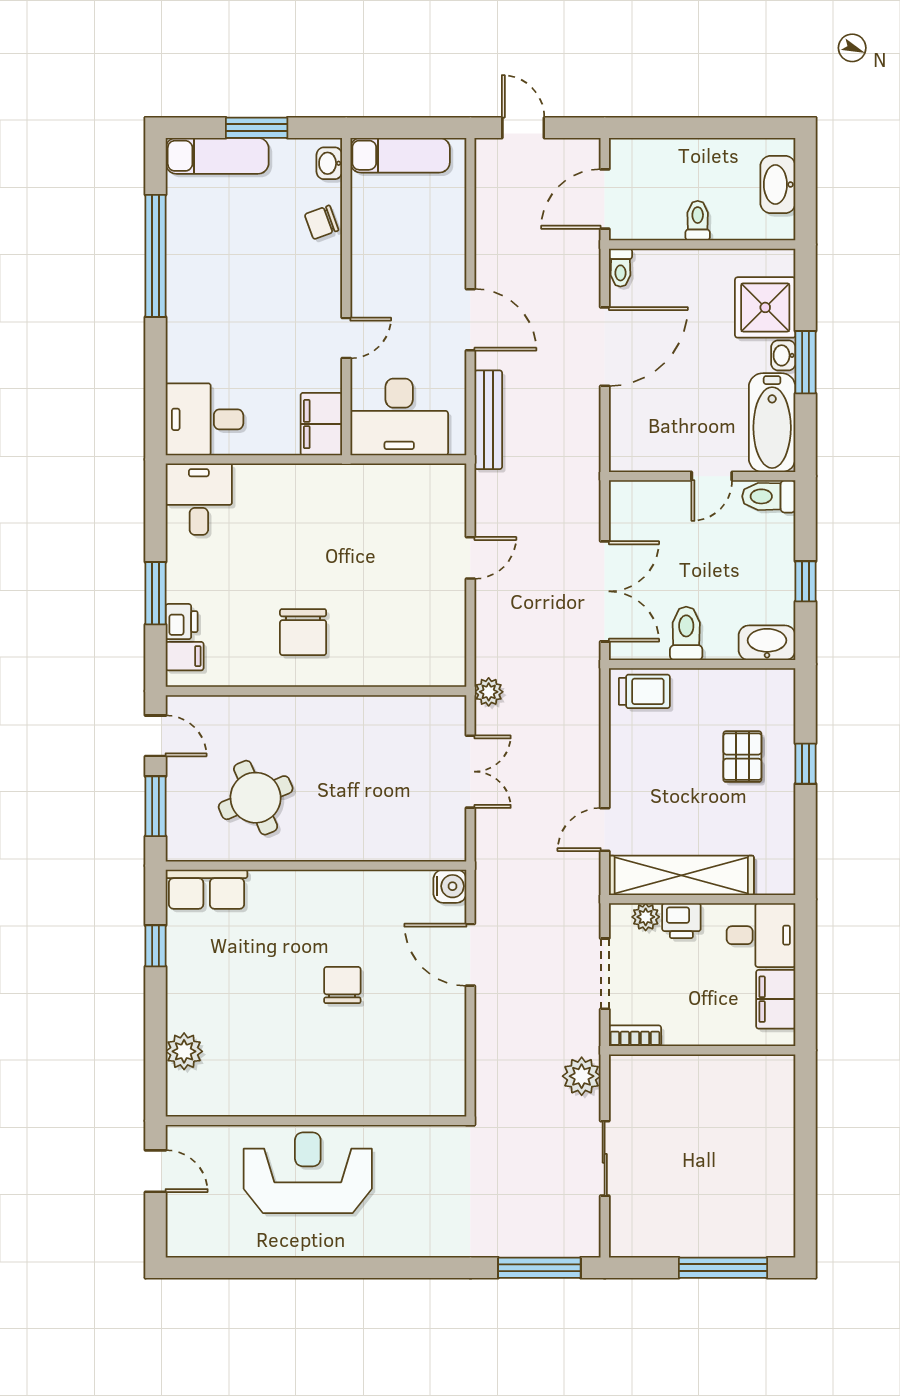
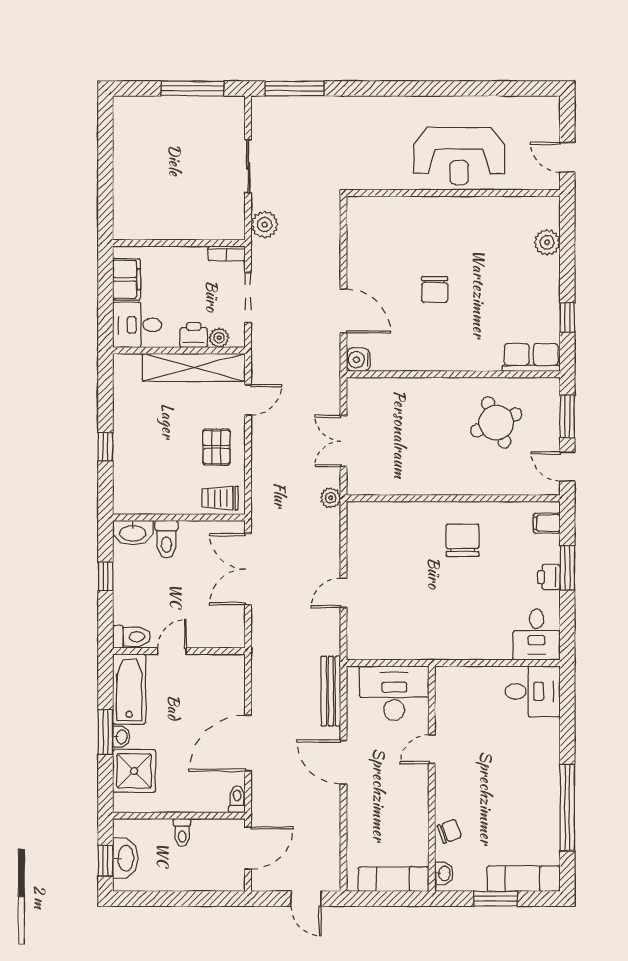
window: (806, 181) -> (105, 861), added
filing cabinet: (321, 424) -> (449, 688), removed
printer: (182, 622) -> (549, 577), moved
toilet: (686, 633) -> (166, 539), moved
pallet: (742, 757) -> (216, 447), moved
window: (723, 1268) -> (193, 88), moved

